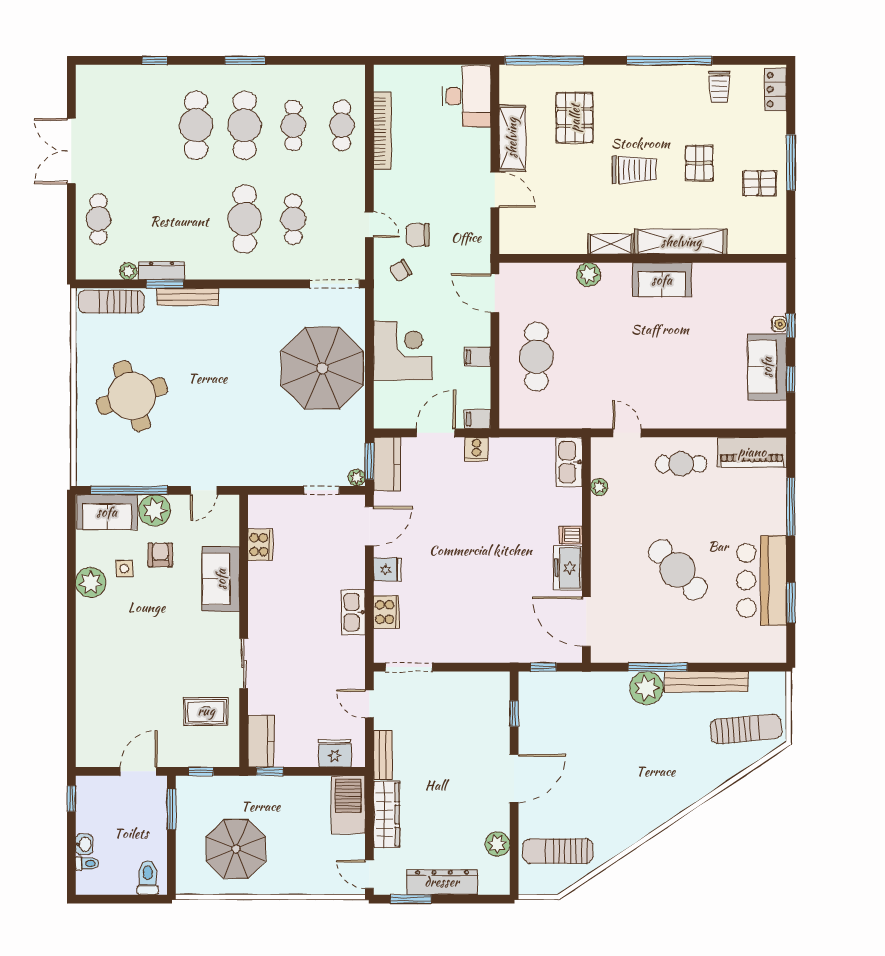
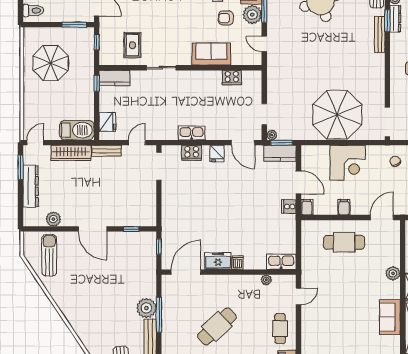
armchair: (160, 555) -> (226, 18), turned 180

